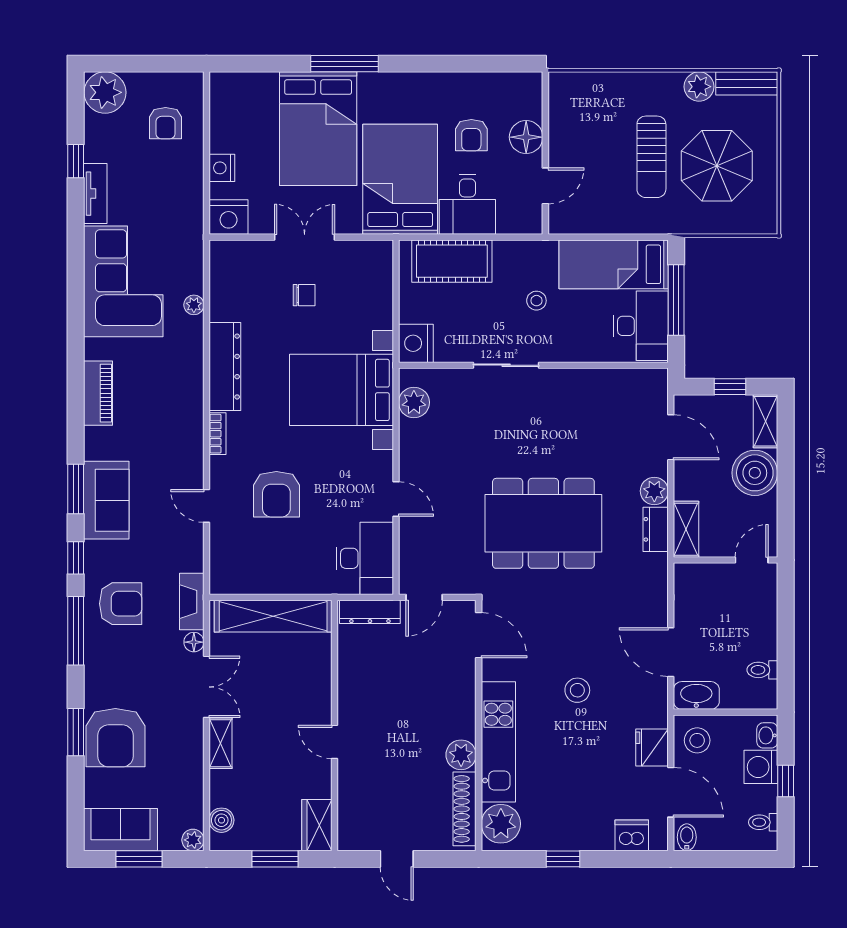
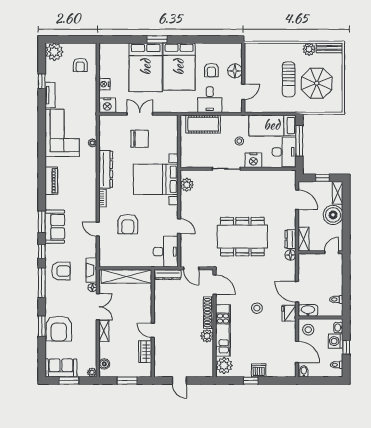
window: (345, 64) -> (157, 39), width x0.69
bed: (400, 179) -> (179, 67), moved, turned 180
chair: (304, 295) -> (140, 139), width x1.87, depth x1.87
nightstand: (416, 343) -> (253, 160), moved, turned -90
plant: (654, 491) -> (290, 223), removed
floor lamp: (656, 566) -> (290, 255), added
door: (424, 597) -> (191, 268), hinge flipped
fridge: (652, 747) -> (289, 313), moved
shoe rack: (465, 809) -> (209, 313), moved
wardrobe: (317, 825) -> (145, 352), moved
dishwasher: (632, 835) -> (259, 370), moved

